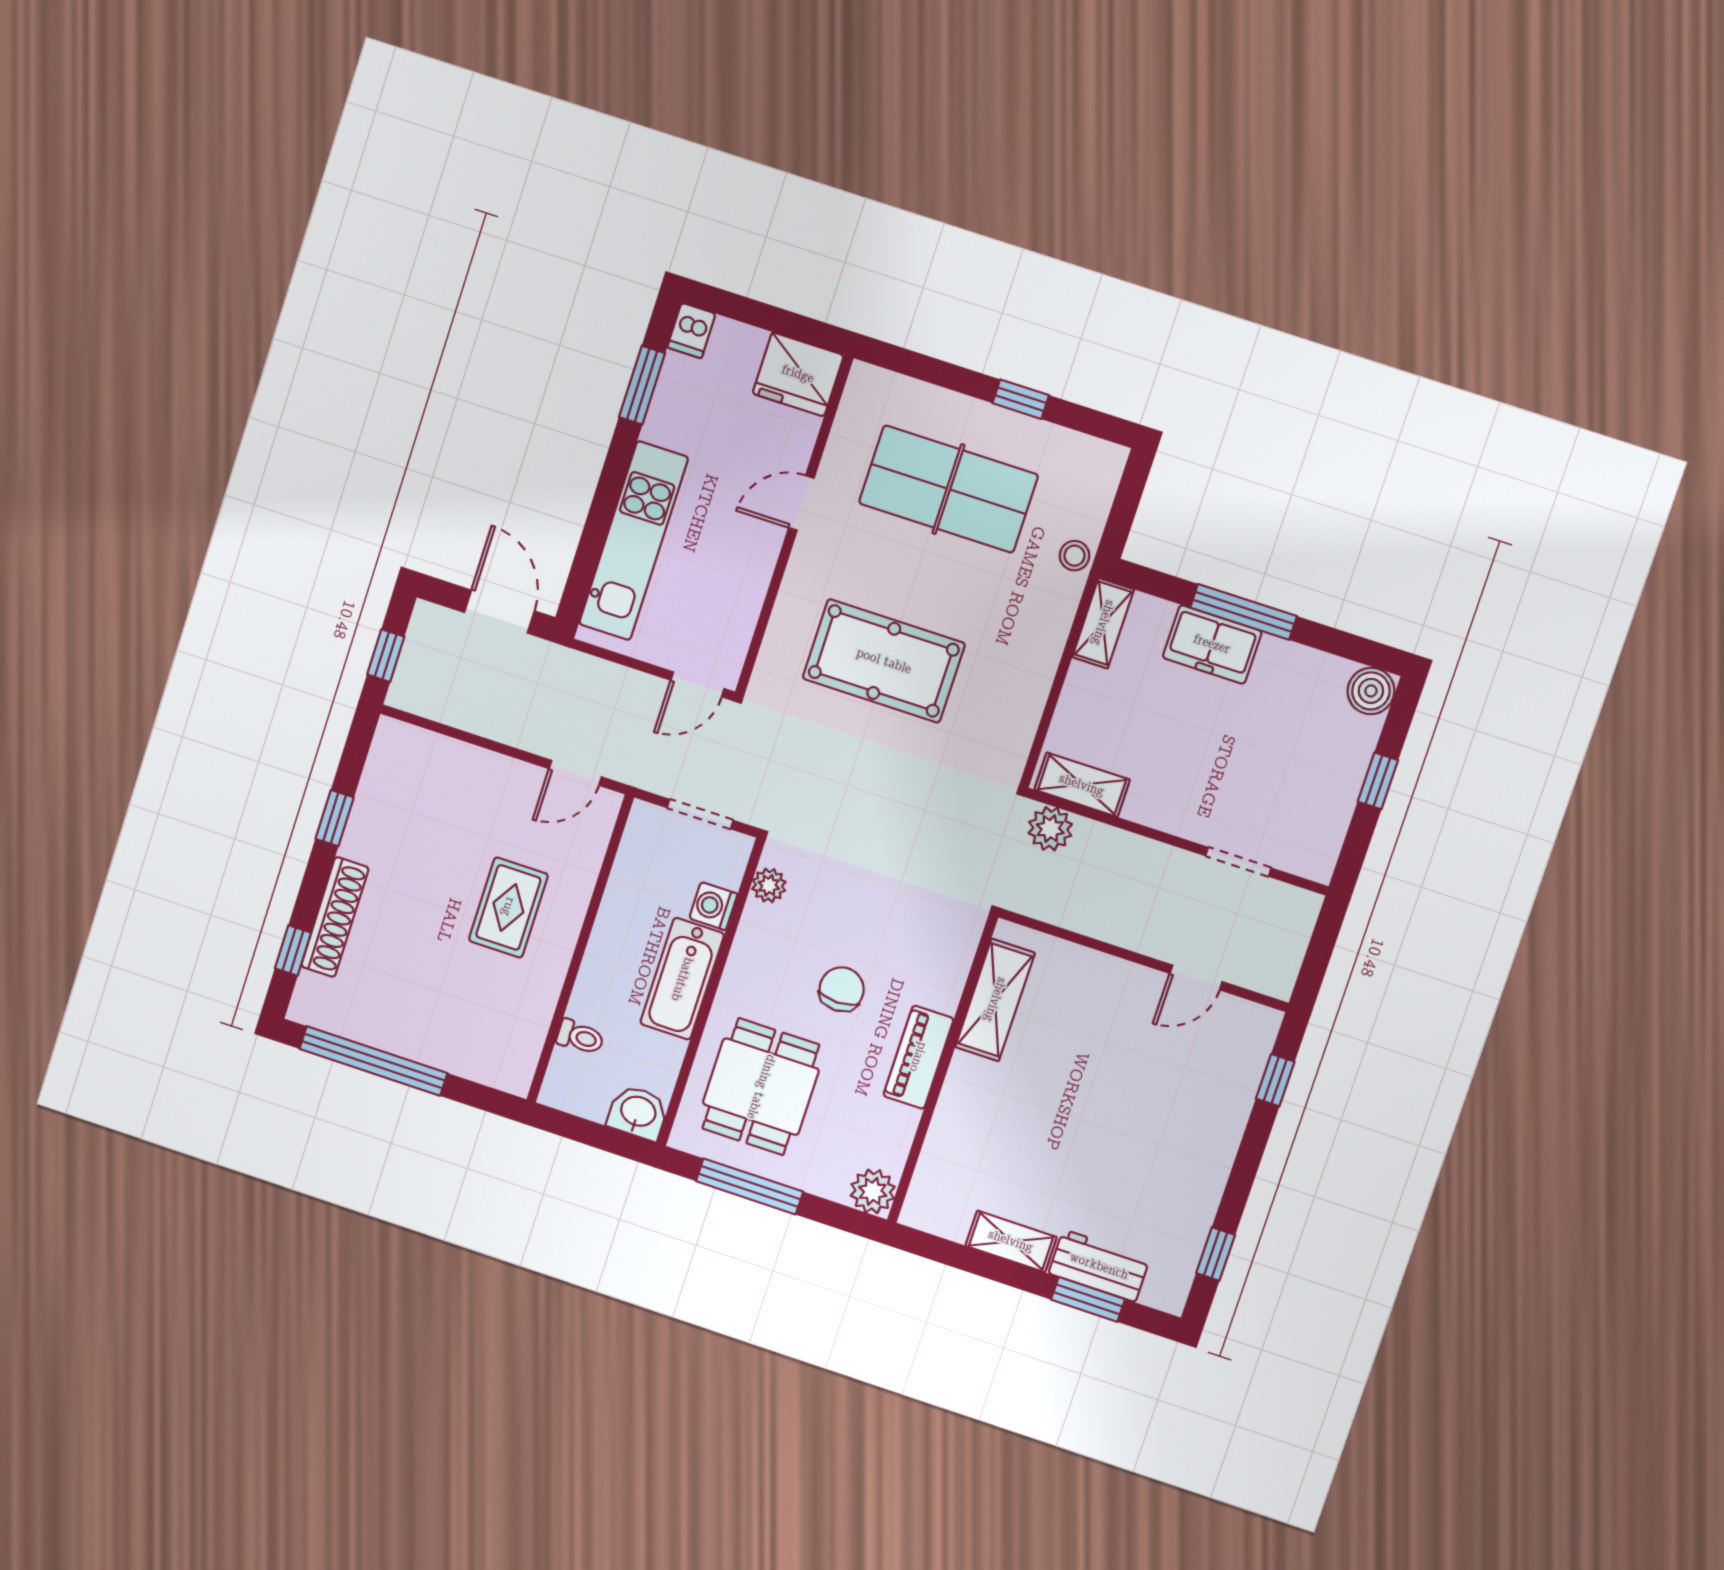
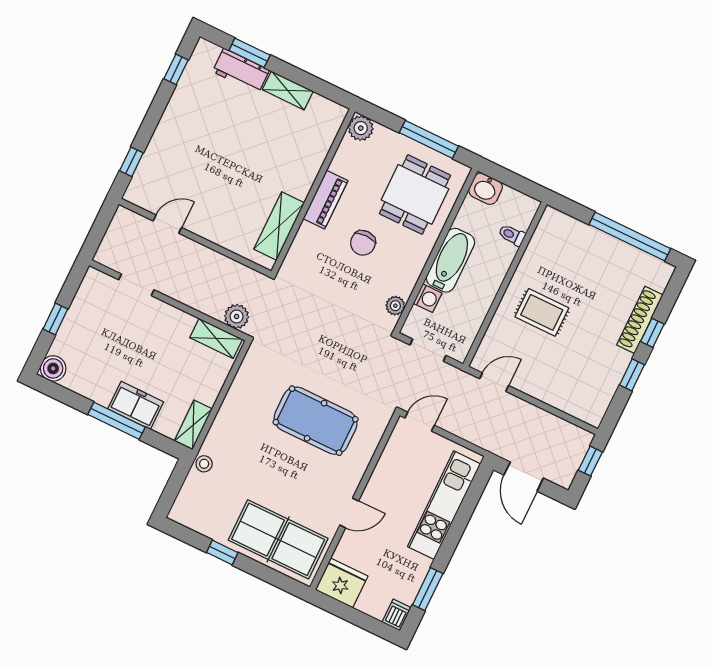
table tennis table: (948, 489) -> (278, 539), moved
rug: (508, 907) -> (542, 312), turned 90
window: (293, 950) -> (652, 333), moved

